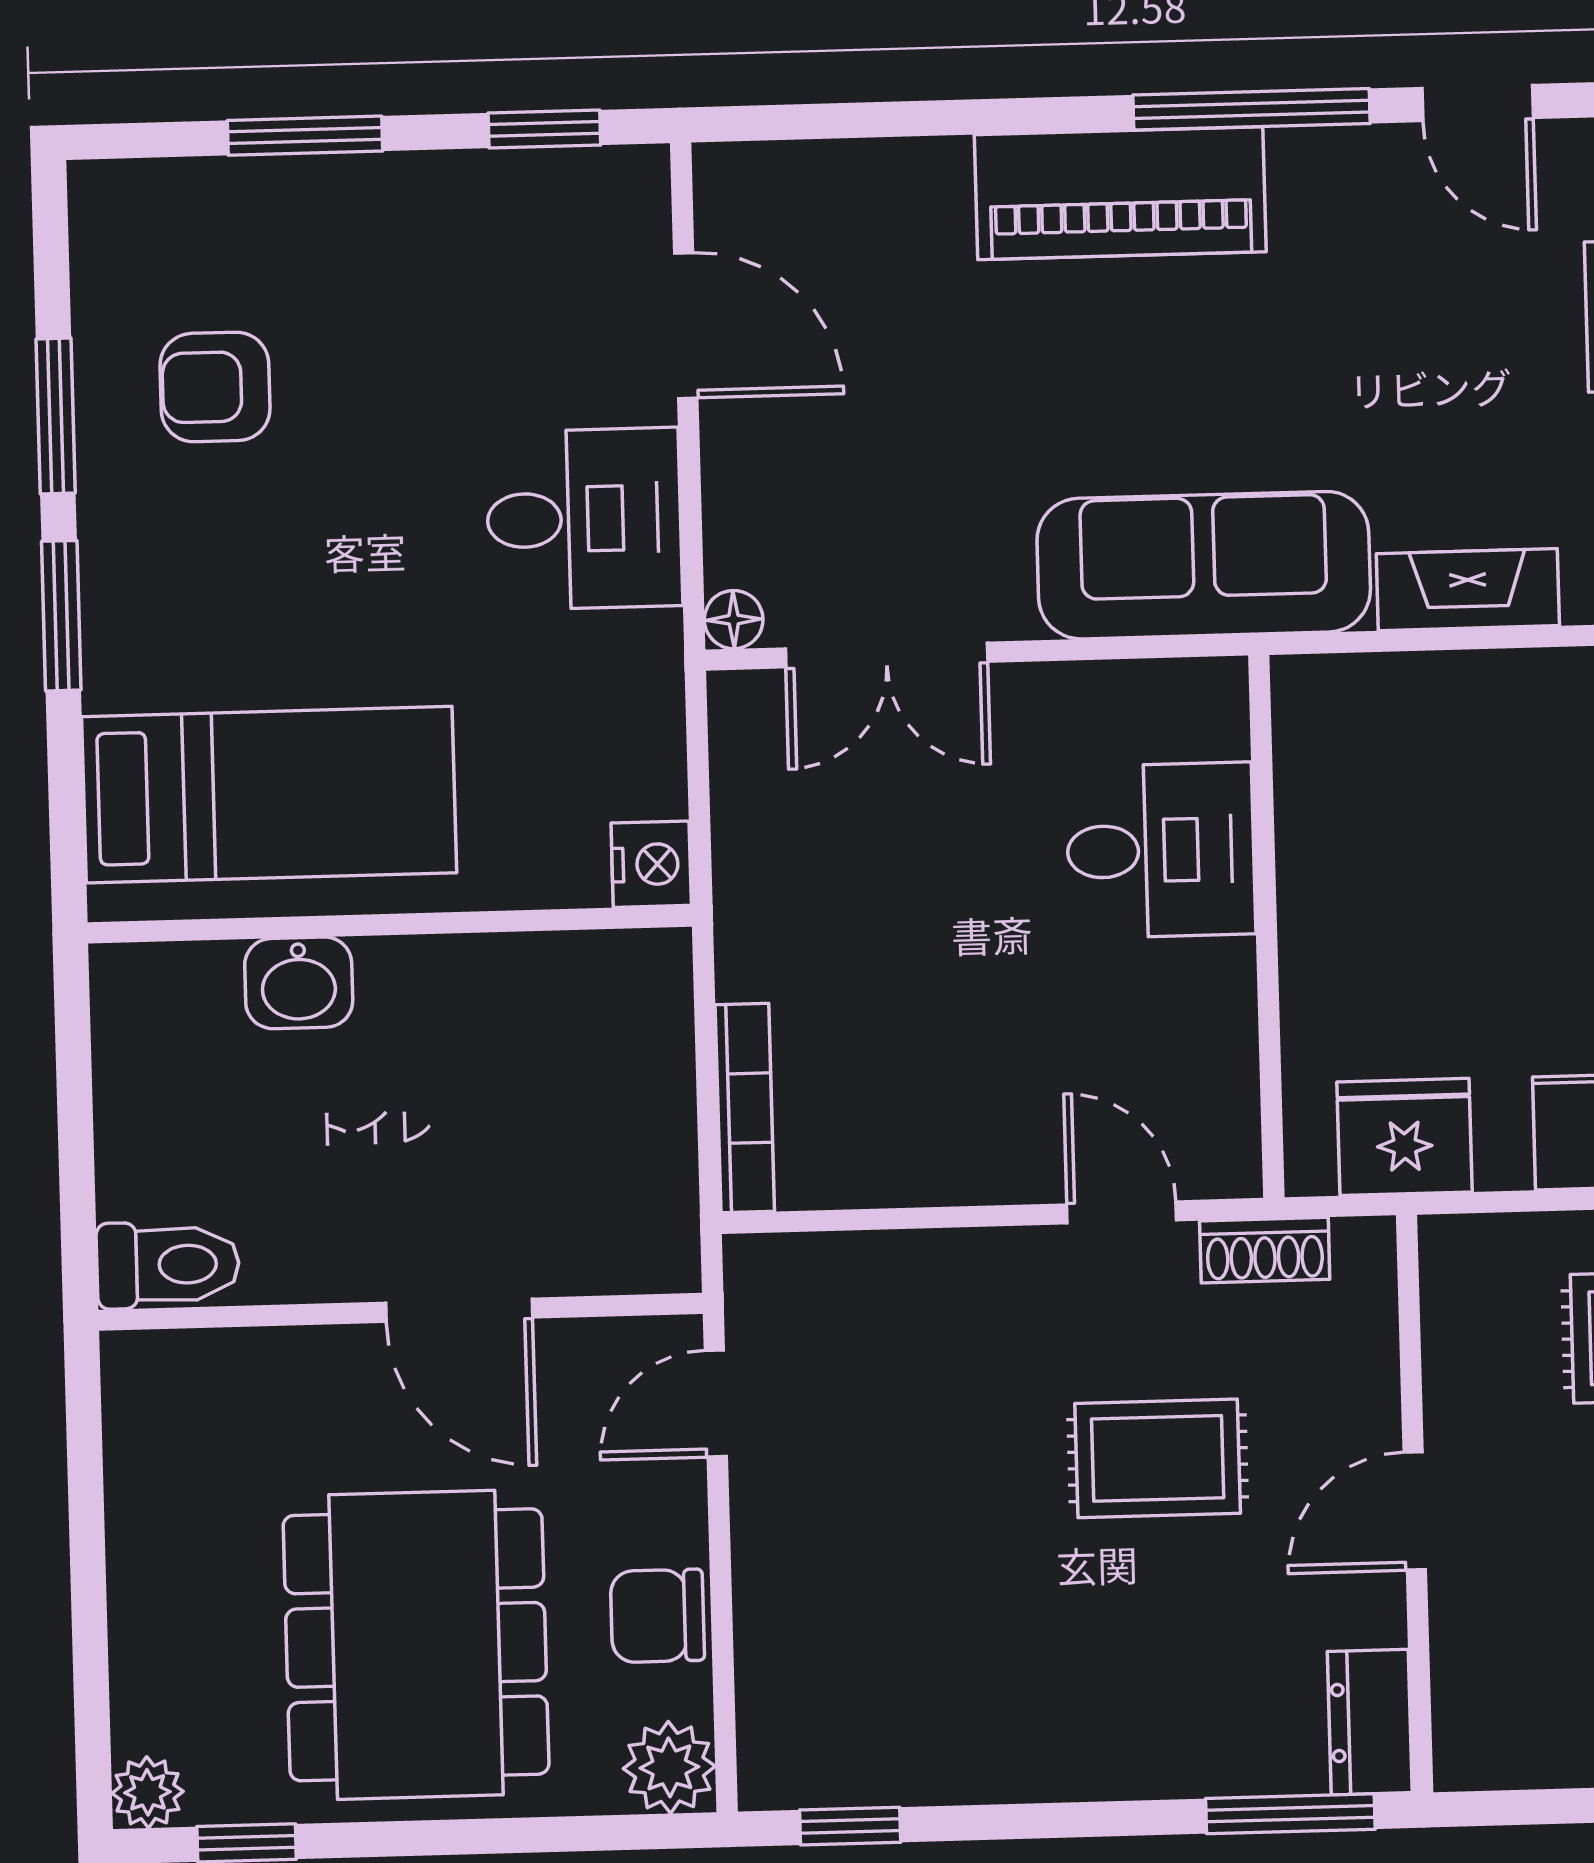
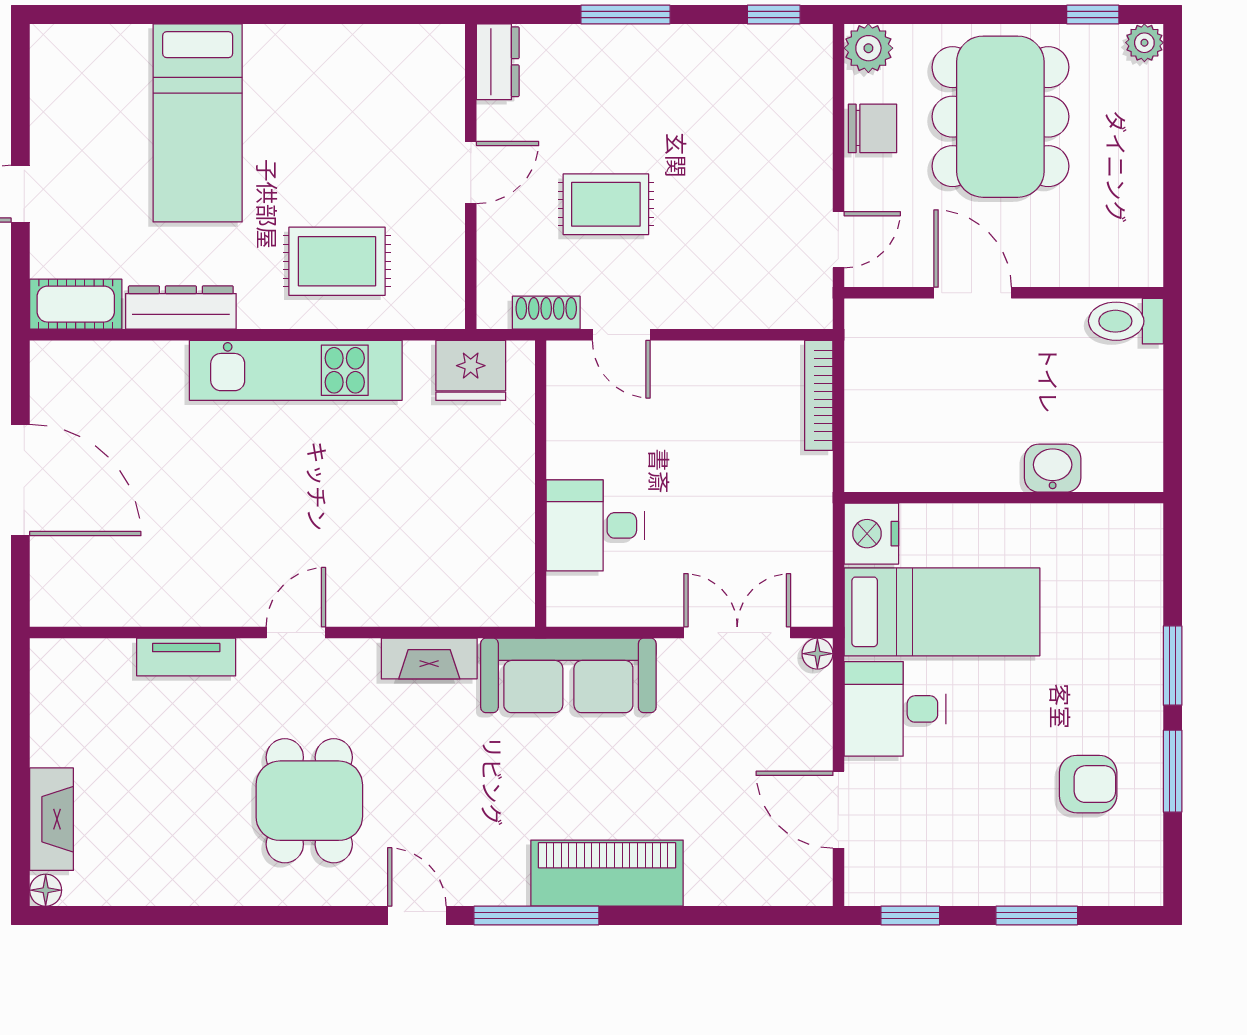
bed: (269, 795) -> (942, 612), moved, turned 180
nightstand: (651, 864) -> (871, 534), width x1.36, depth x1.33
window: (1290, 1814) -> (625, 15), moved

